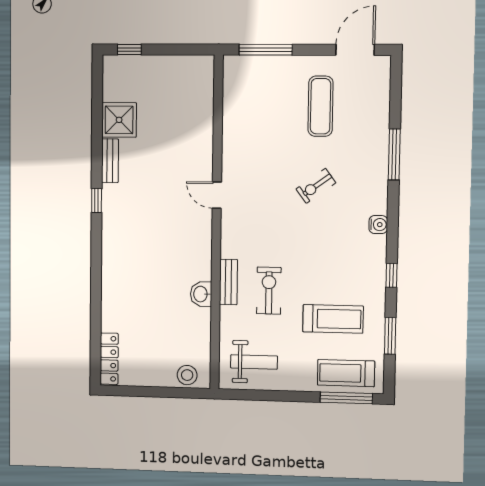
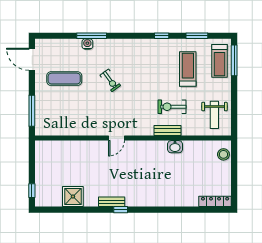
bench: (110, 161) -> (112, 202), moved
water cooler: (378, 225) -> (87, 44), moved
weight bench: (254, 362) -> (214, 115), turned 180

